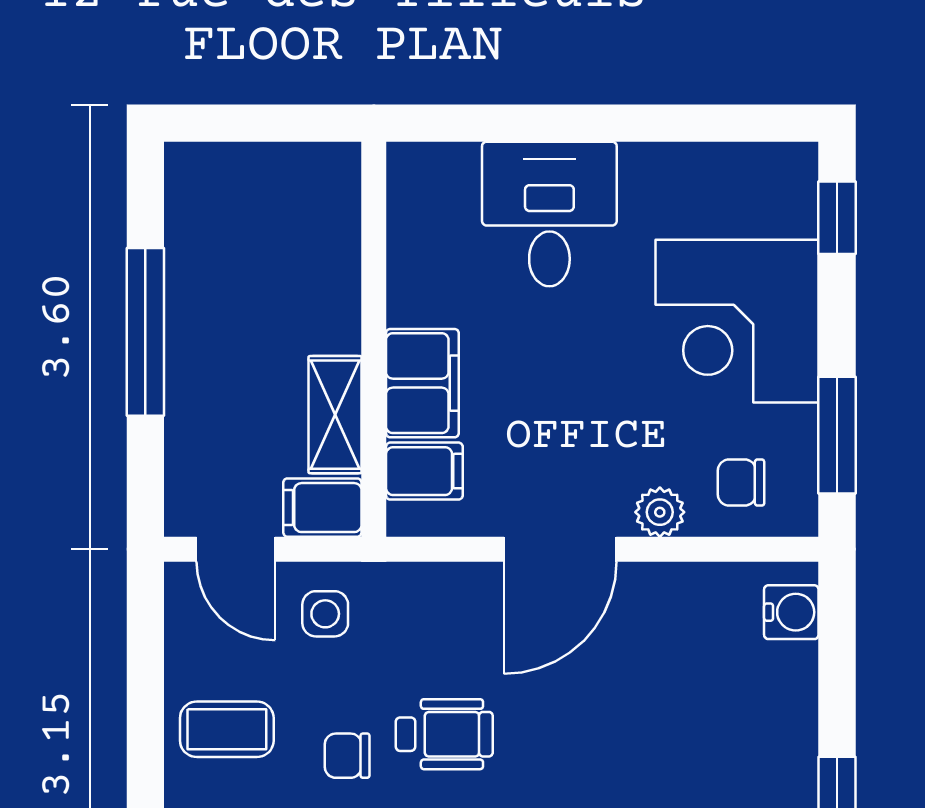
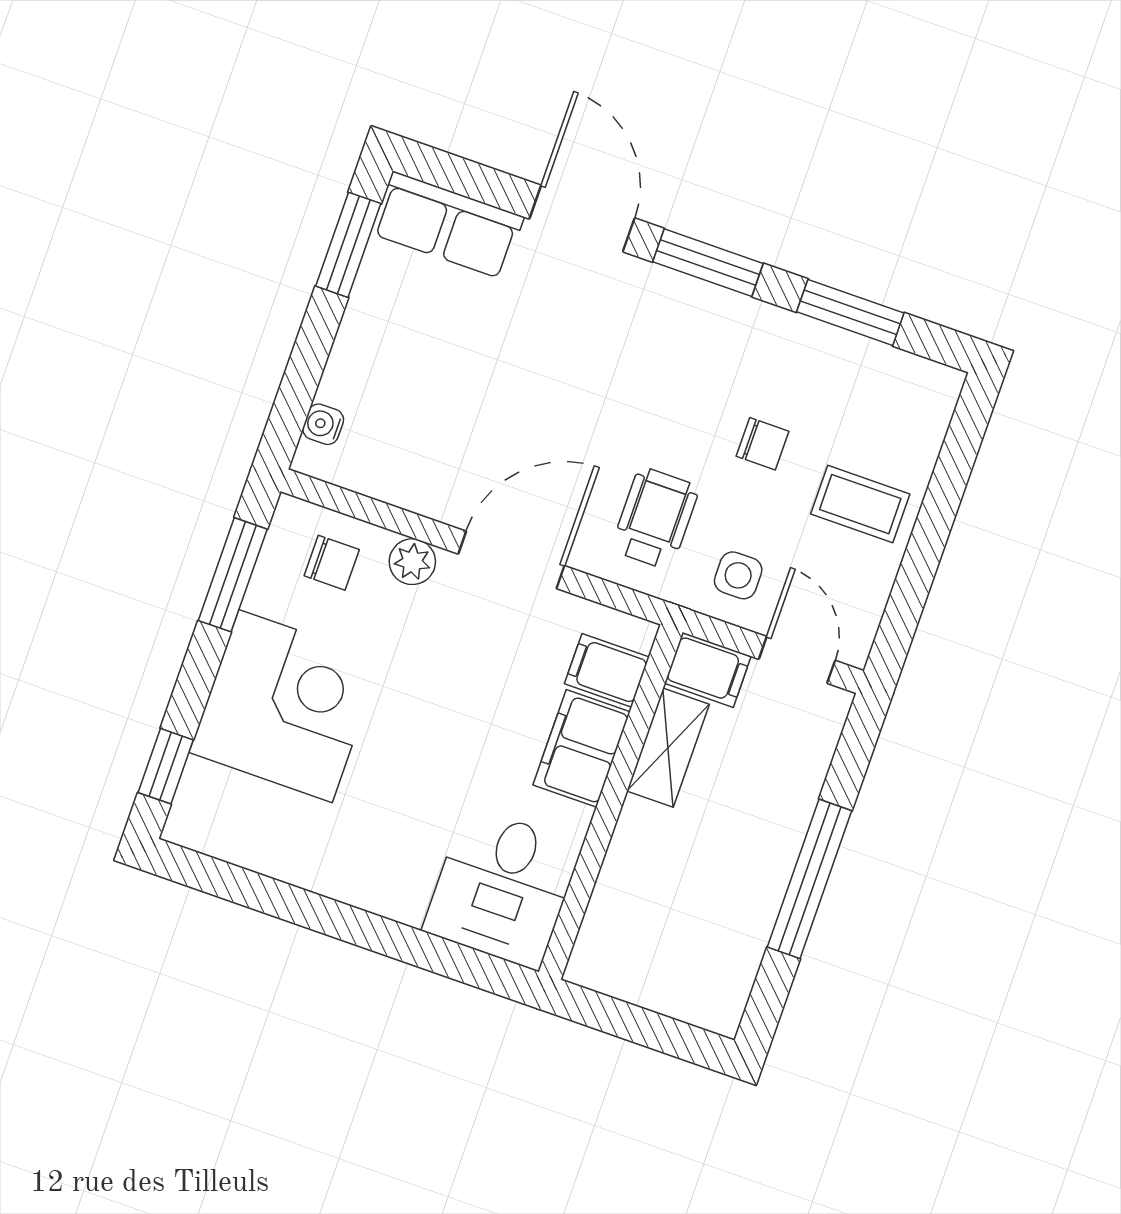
desk: (549, 214) -> (502, 888), moved
water cooler: (791, 612) -> (323, 424), width x0.72, depth x0.72
wheelchair: (444, 734) -> (655, 518), moved, turned 90

